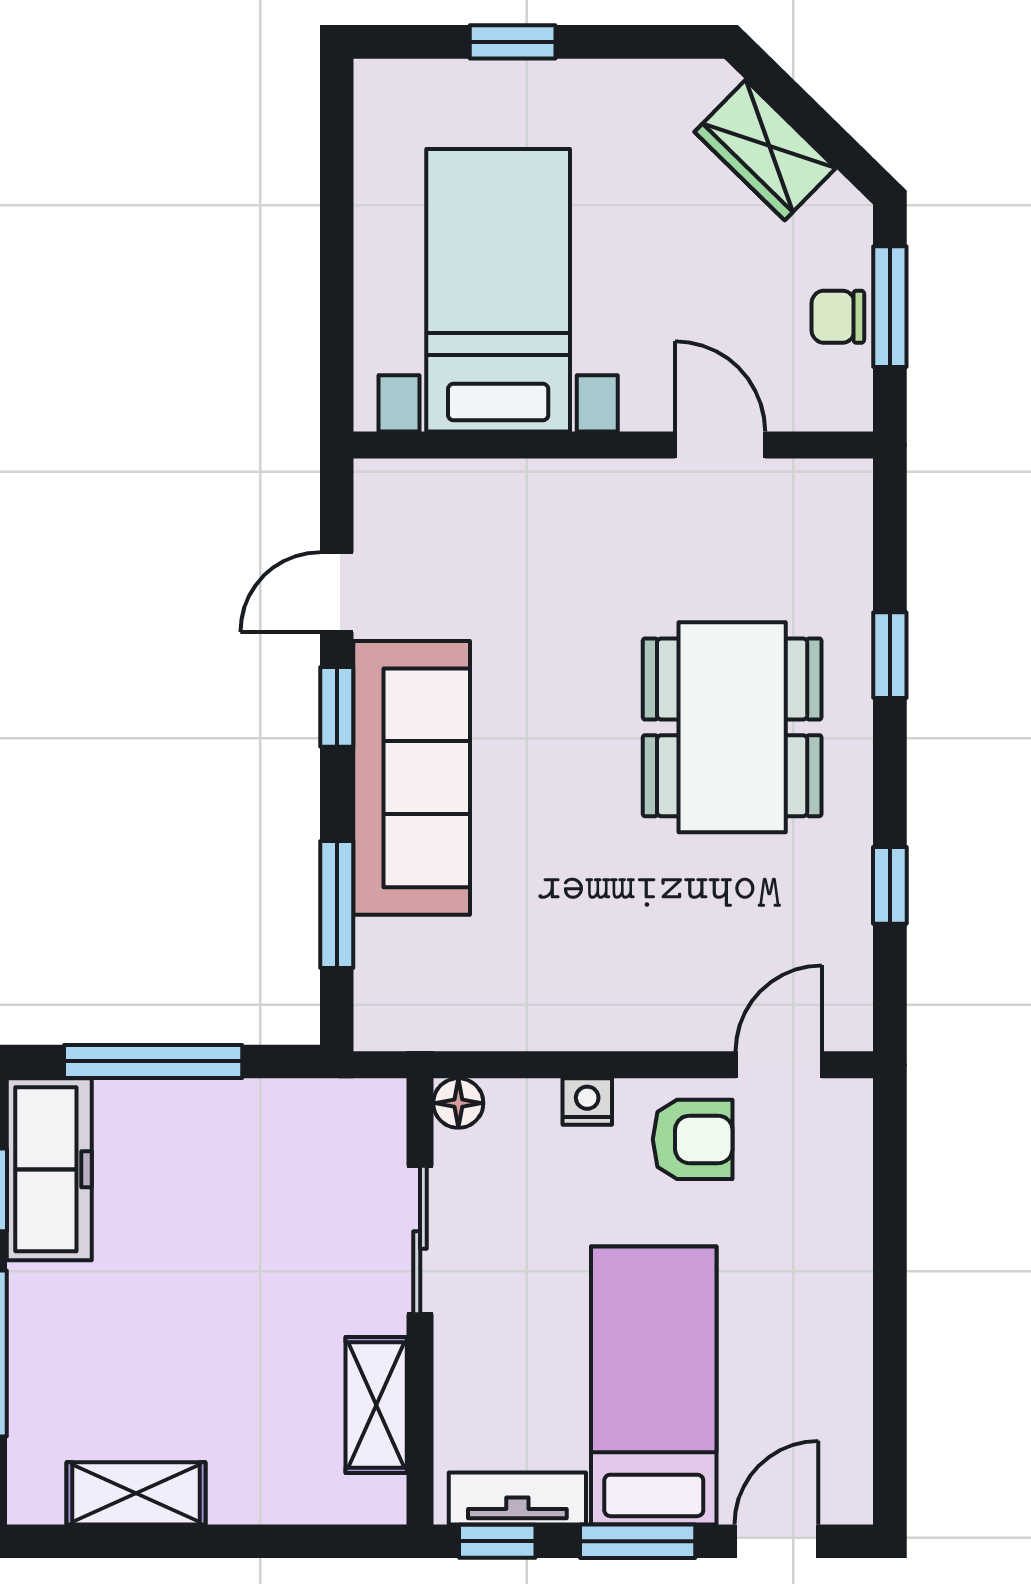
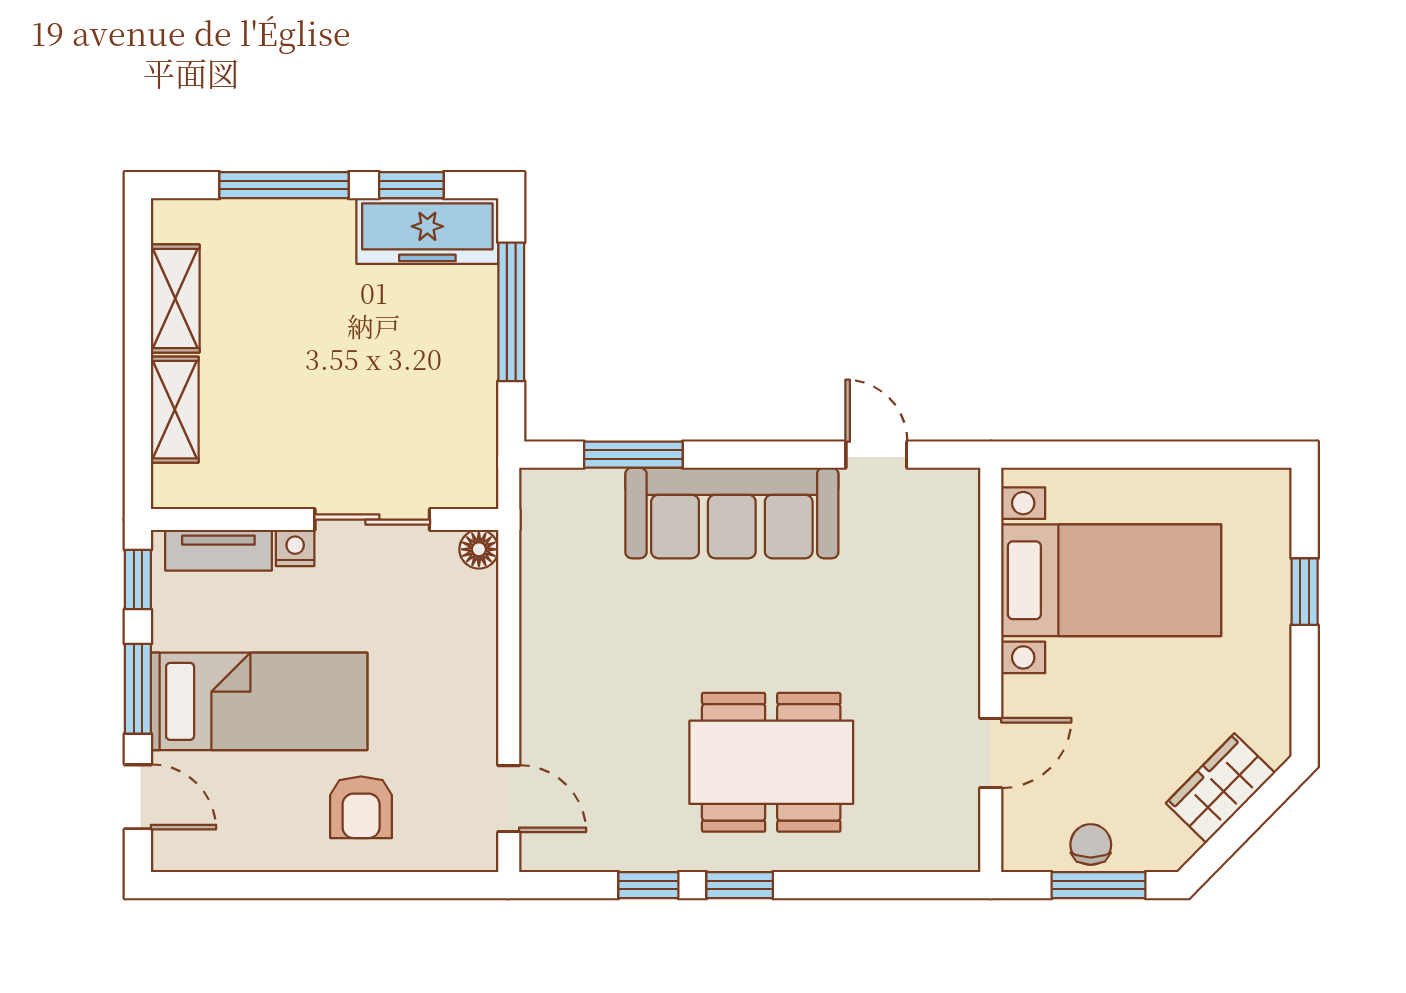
window: (890, 655) -> (740, 885), moved
window: (337, 707) -> (787, 455), removed
nightstand: (587, 1101) -> (295, 548), moved, turned -90
armchair: (693, 1139) -> (361, 807), moved
shelving: (376, 1405) -> (175, 410), moved, turned 90
tv unit: (517, 1498) -> (218, 550), moved, turned 90

